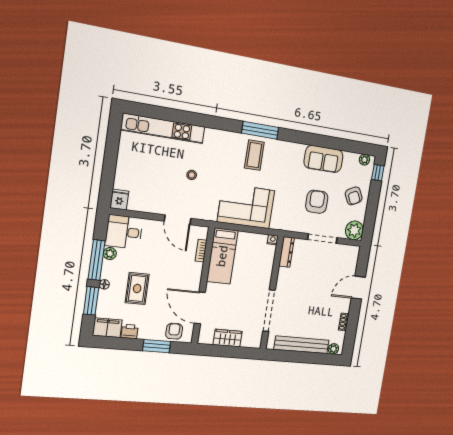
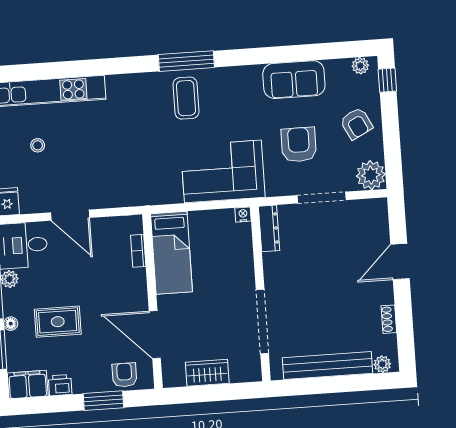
stool: (192, 175) -> (38, 145), moved
corner sofa: (246, 206) -> (223, 171), moved
door: (178, 220) -> (70, 215), moved
rug: (137, 289) -> (58, 322), turned 90

